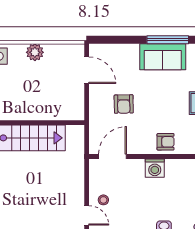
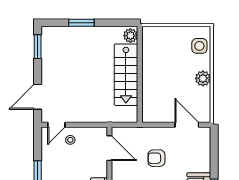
door: (87, 70) -> (187, 125), swing flipped

